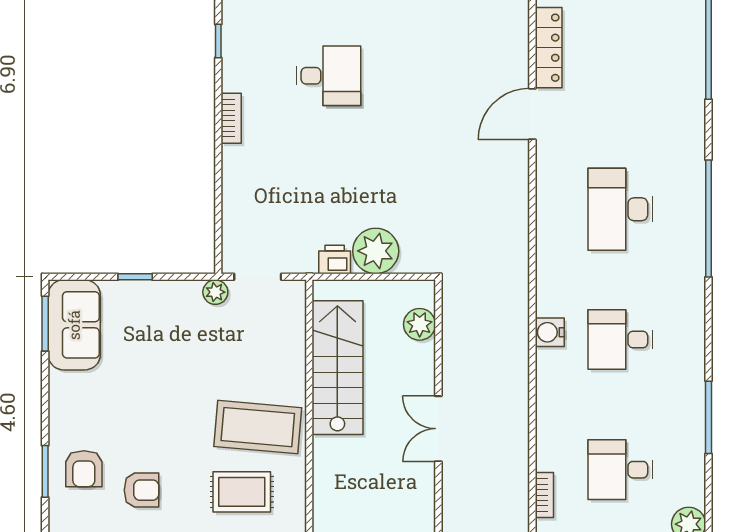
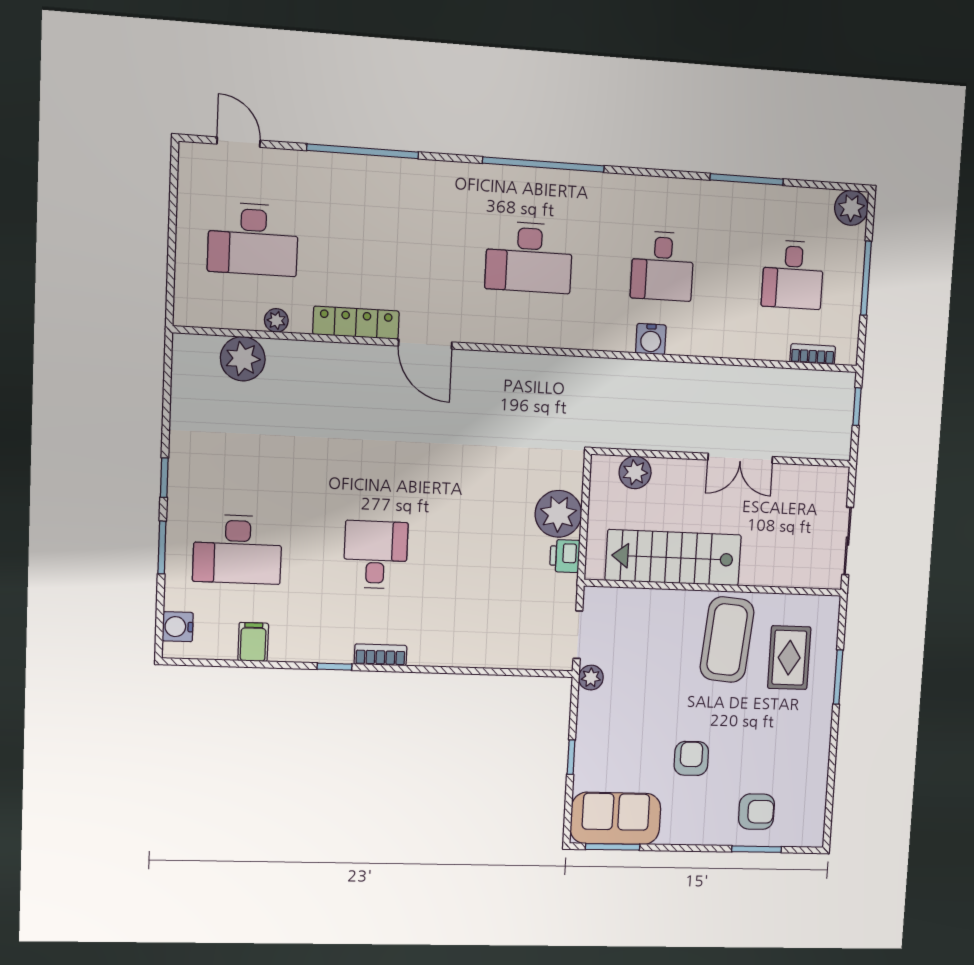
bookcase: (231, 118) -> (381, 655), moved
armchair: (141, 490) -> (691, 758), moved

